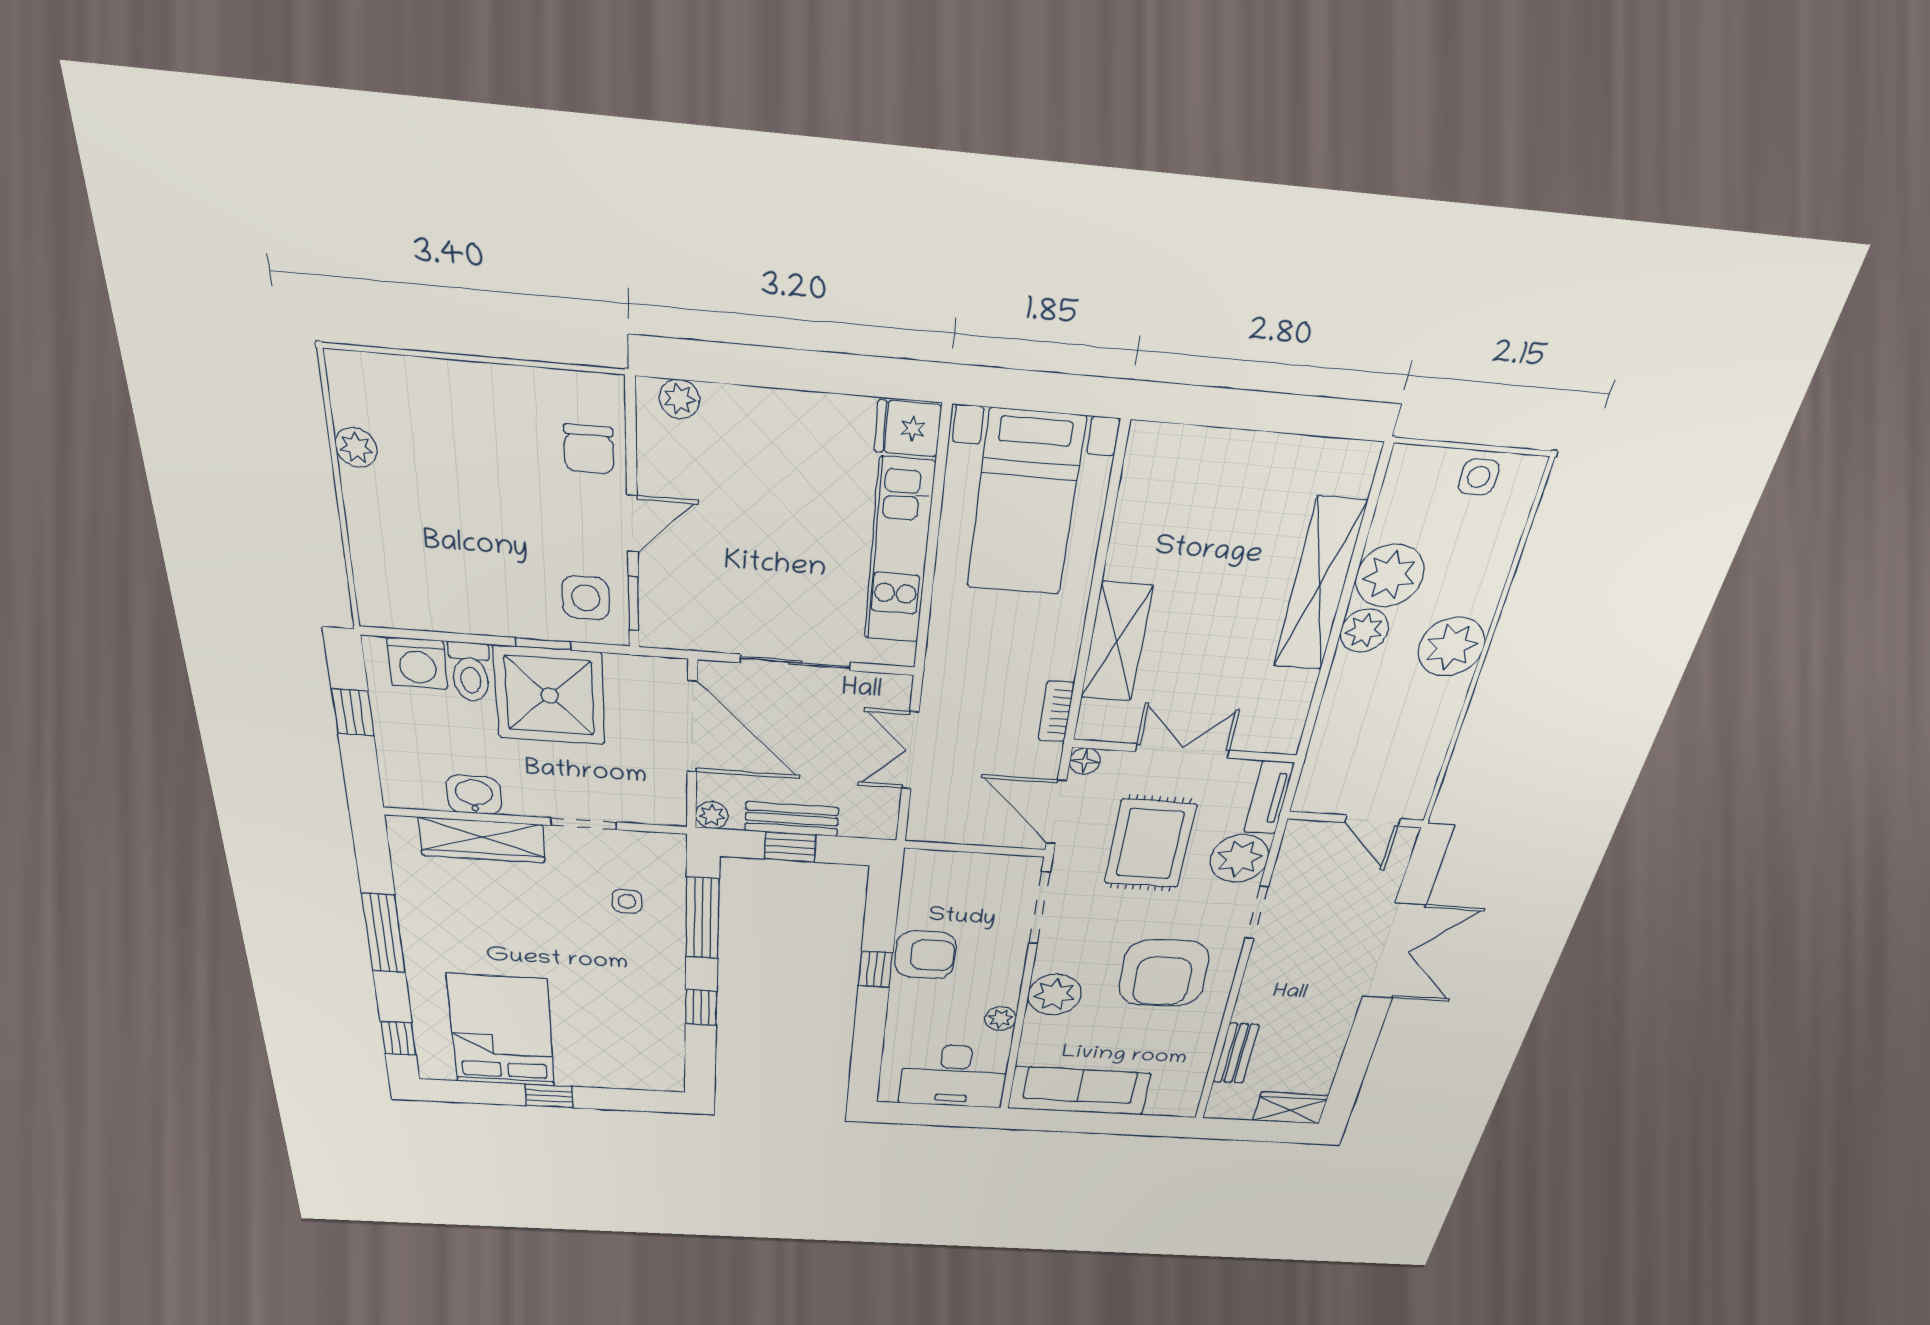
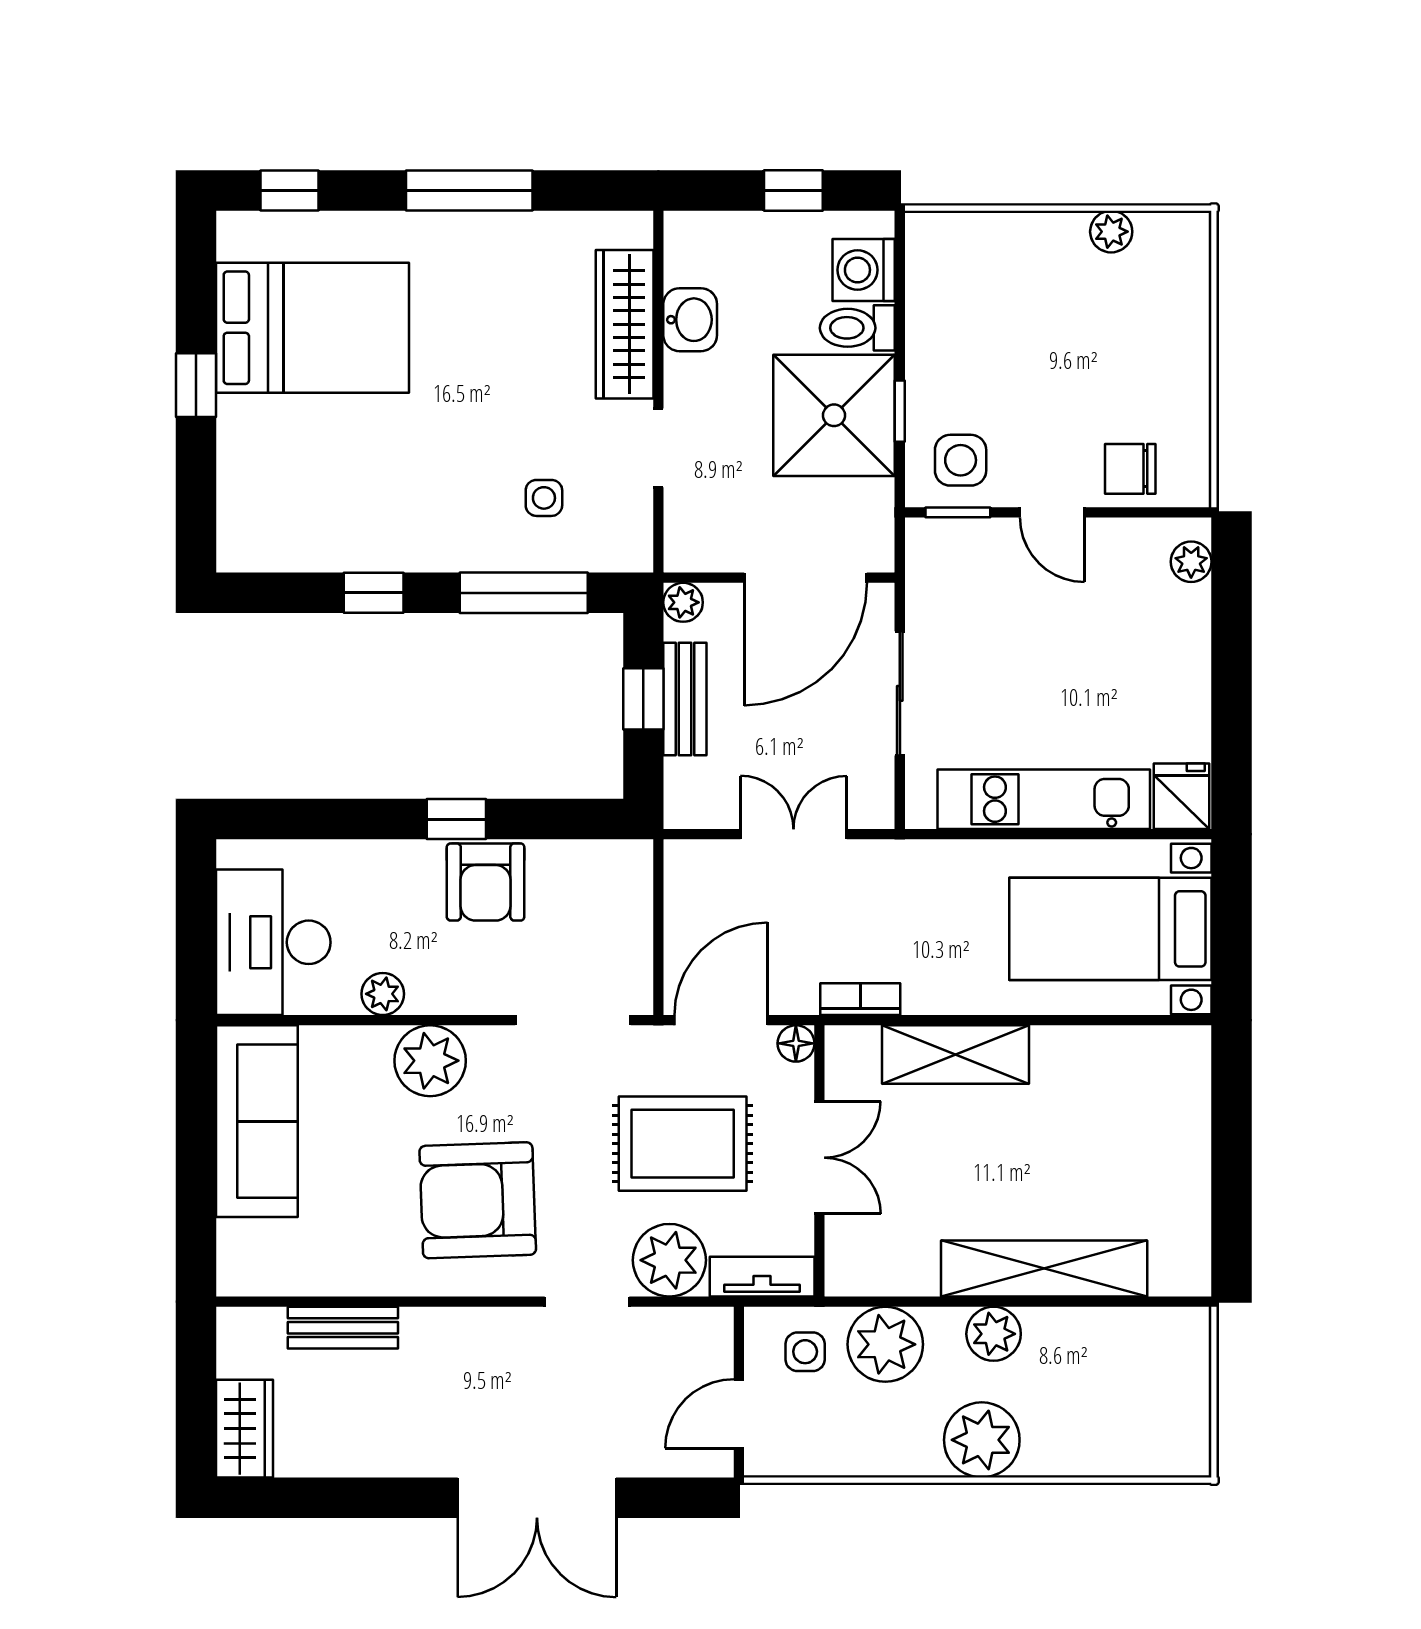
side table: (1479, 477) -> (805, 1352), moved
plant: (1390, 576) -> (885, 1344), moved

